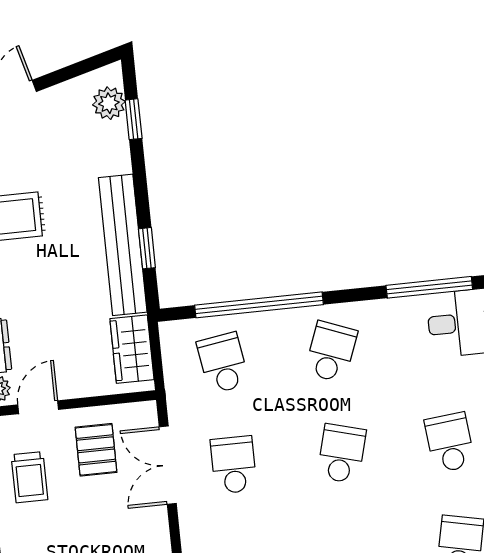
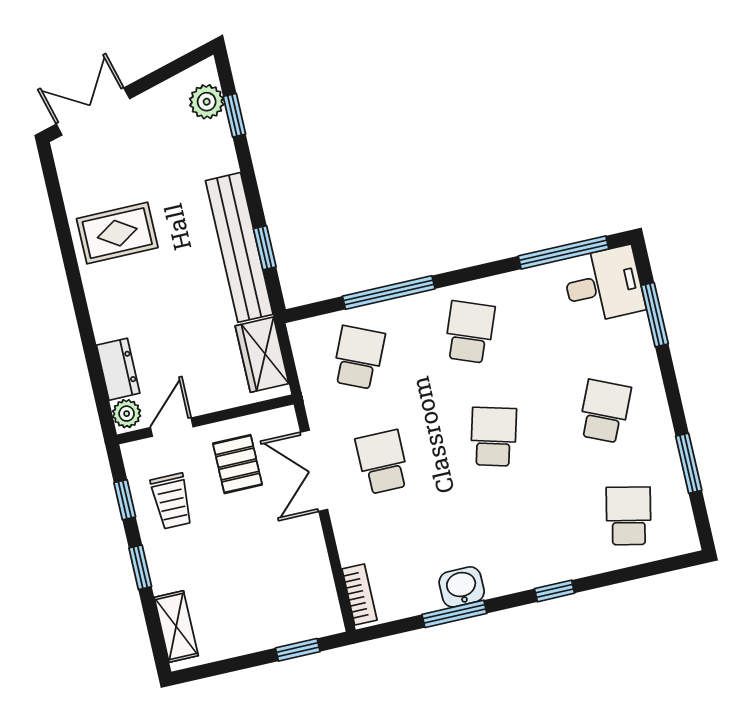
window: (259, 305) -> (389, 292), width x0.68
school desk: (223, 363) -> (359, 357), turned 33
school desk: (450, 442) -> (605, 411), turned 30

